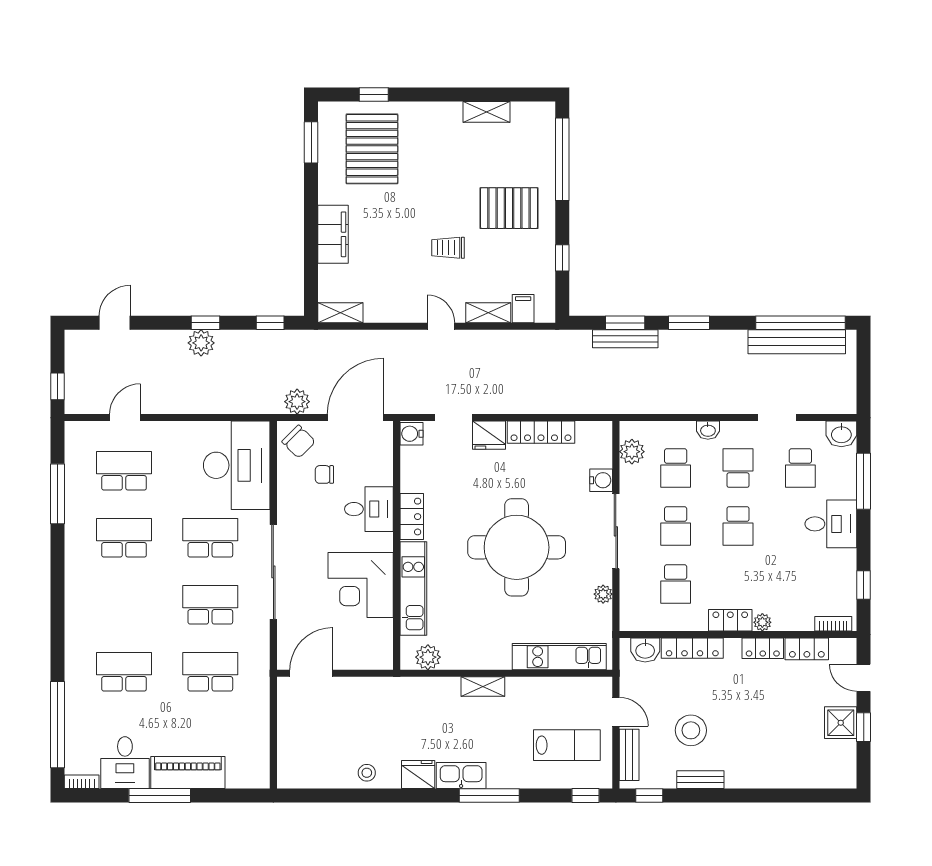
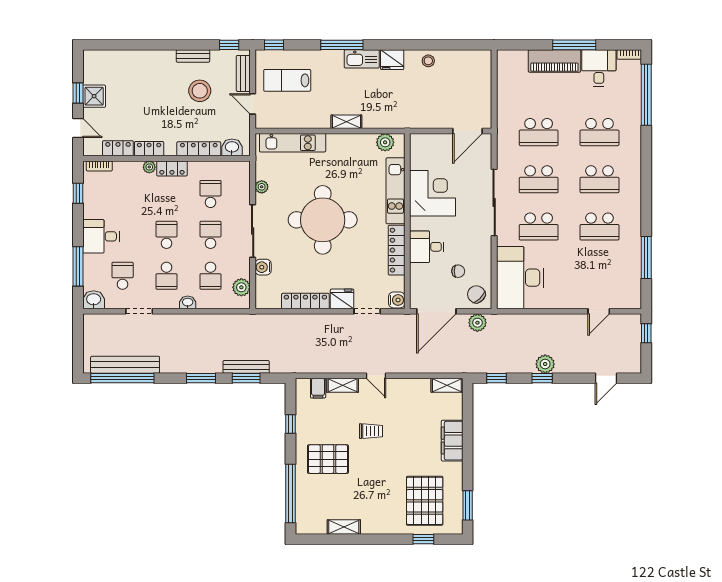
school desk: (676, 468) -> (210, 276), turned 180
school desk: (124, 471) -> (599, 179), moved
locker: (412, 517) -> (397, 250), width x1.53

